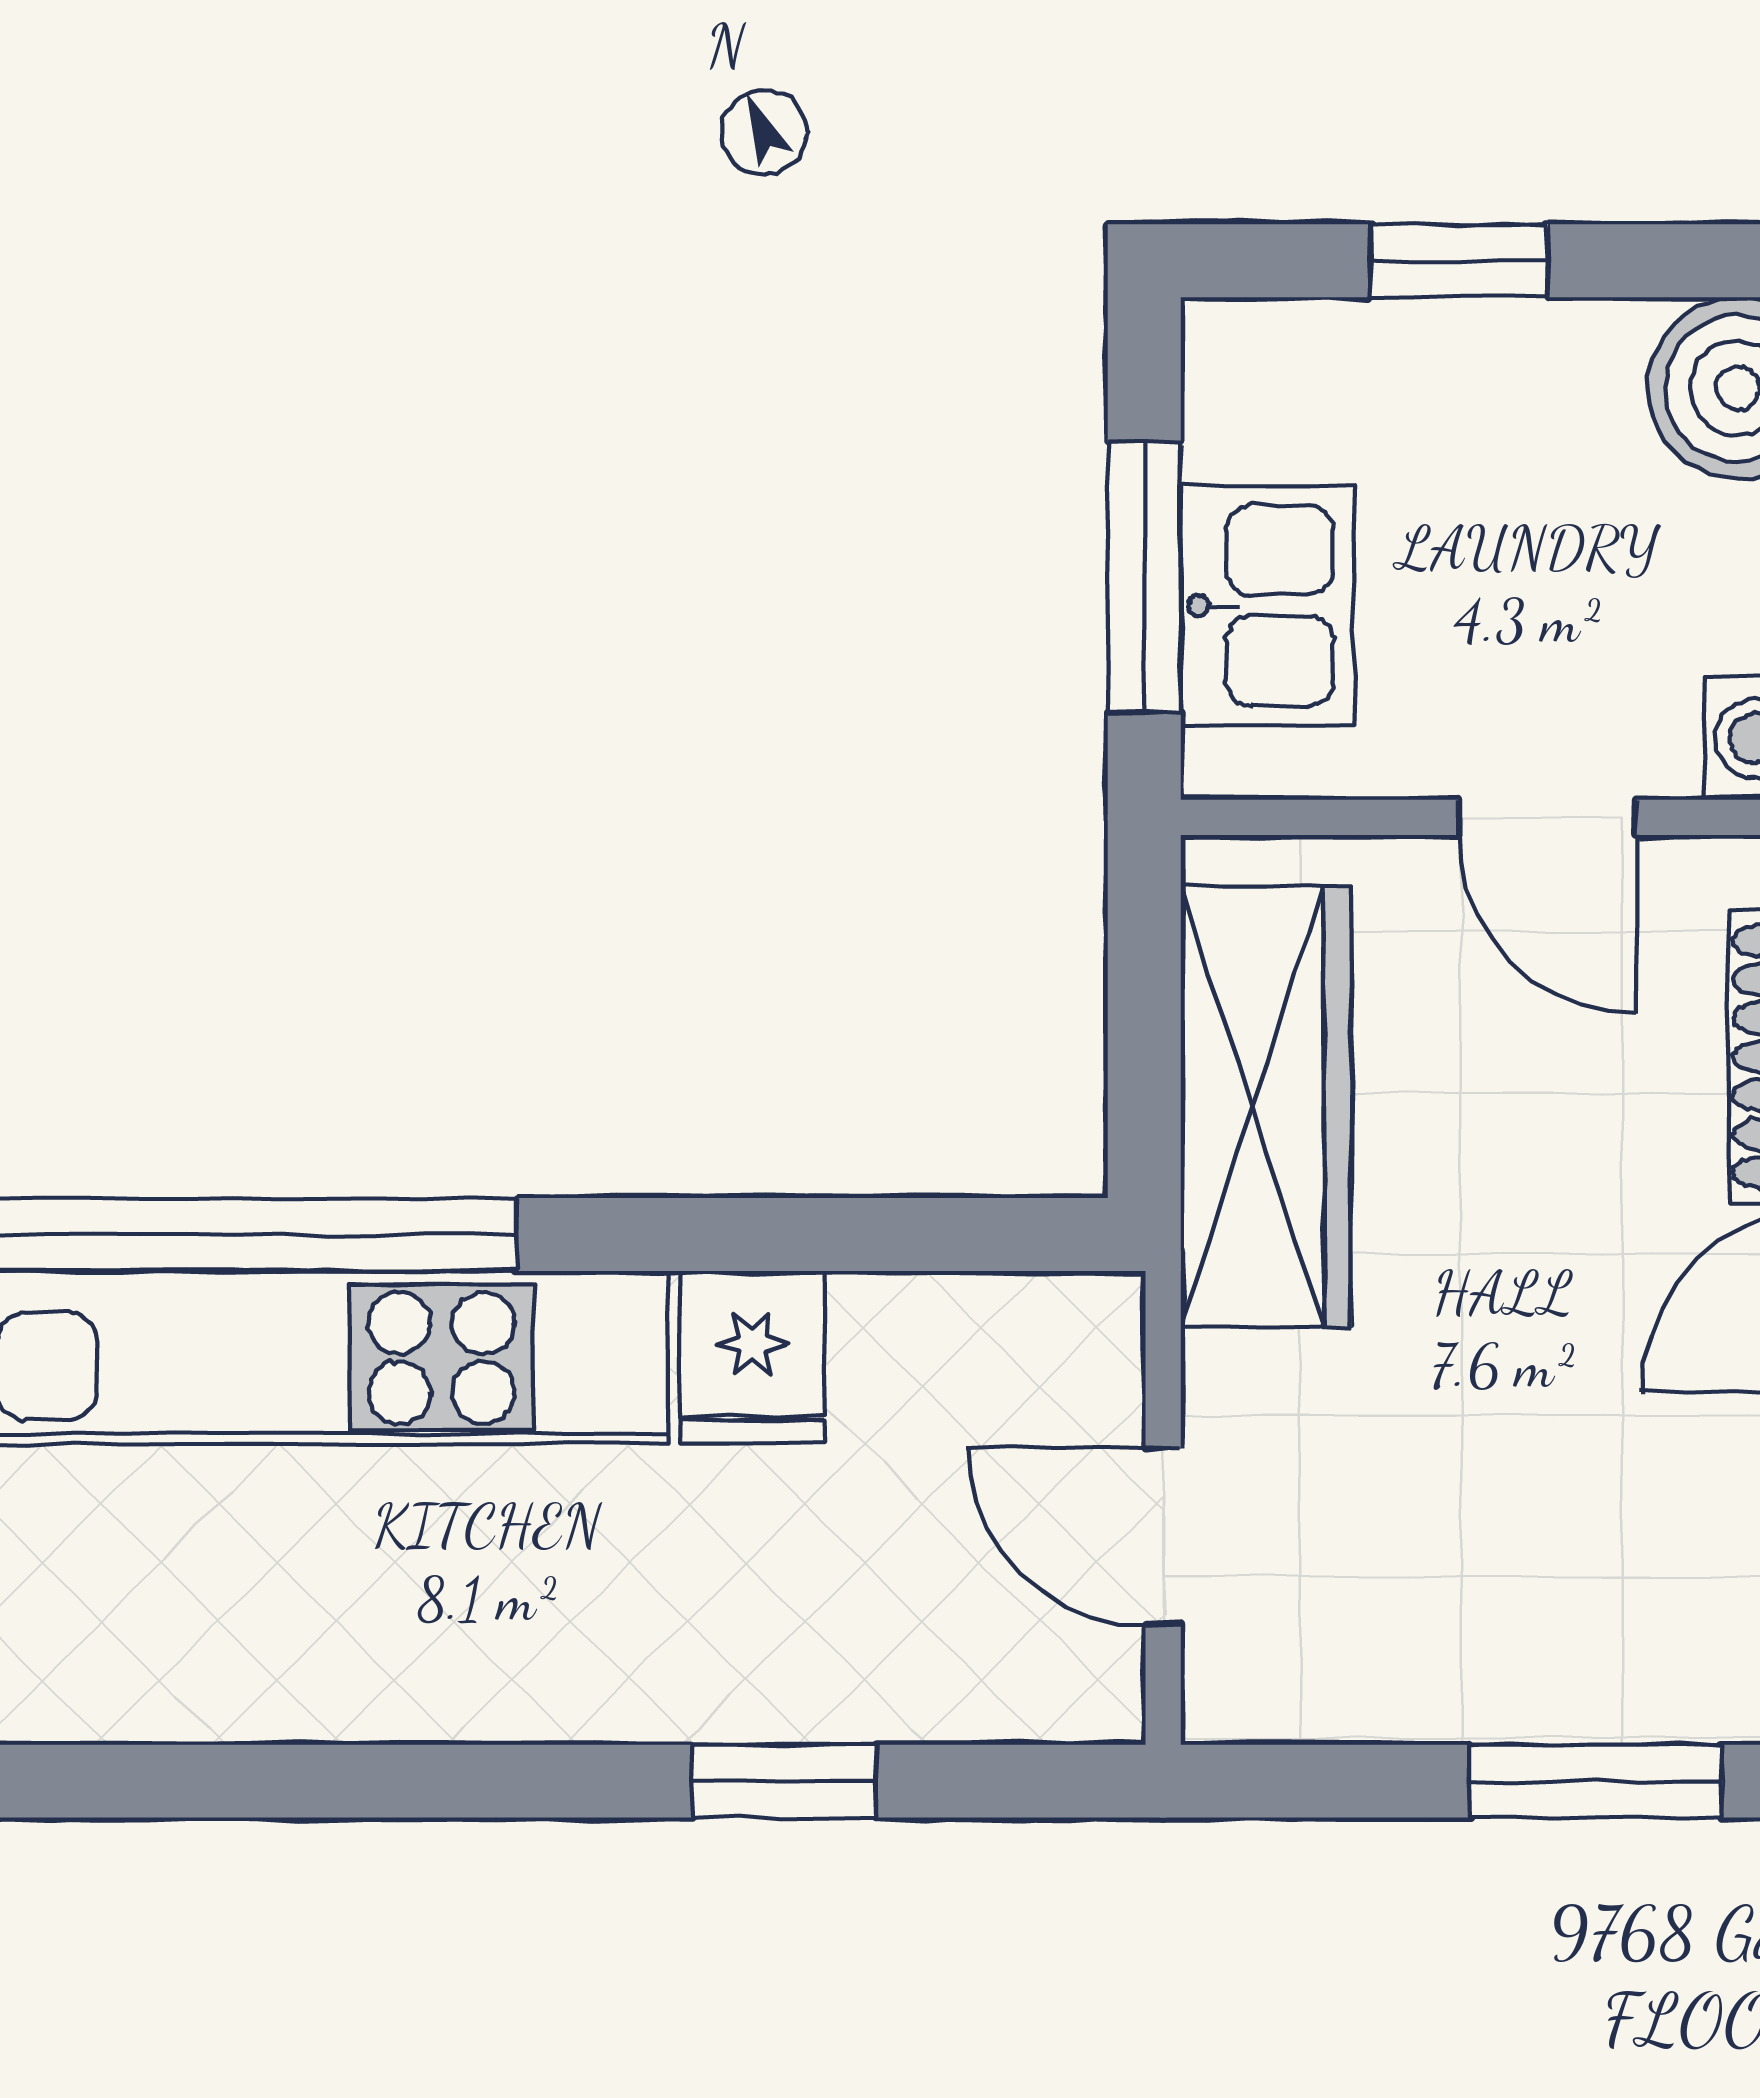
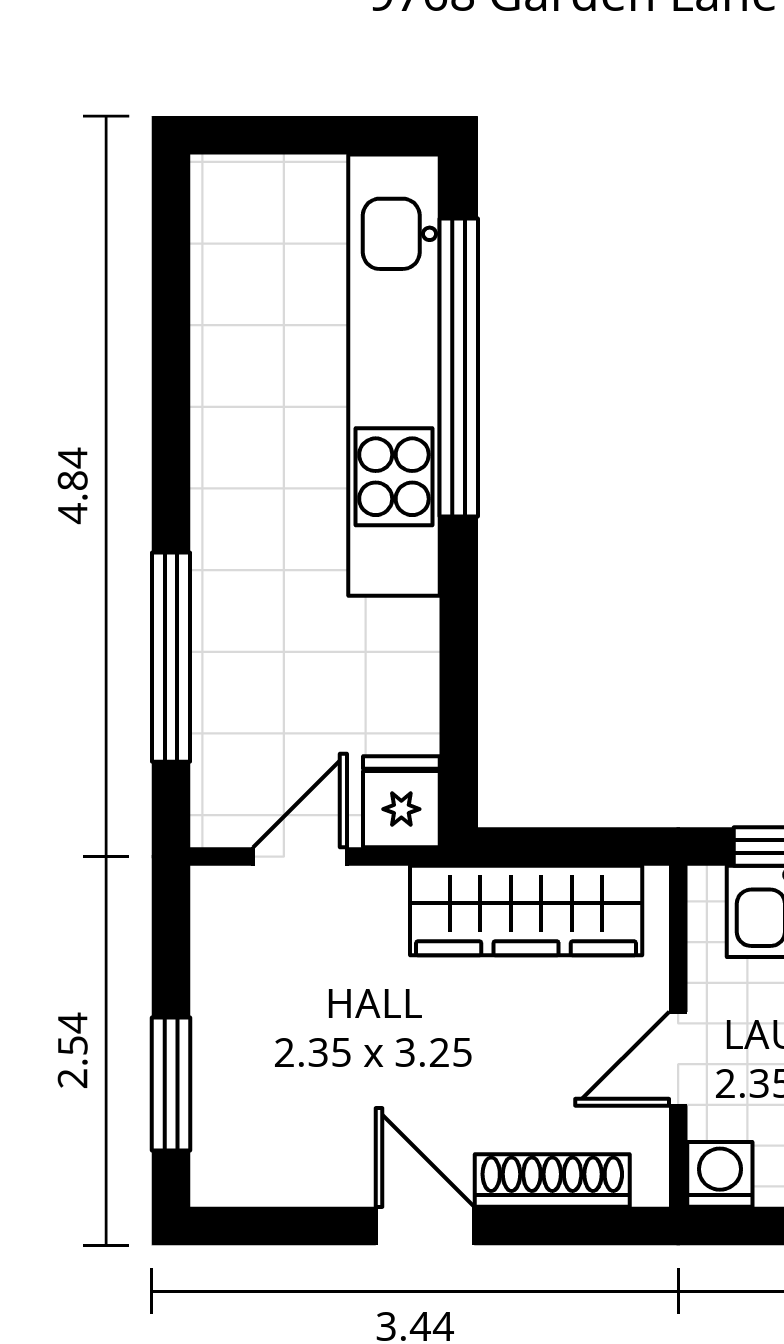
fridge: (752, 1358) -> (401, 802), moved, turned 90
window: (784, 1781) -> (171, 657), width x2.17

